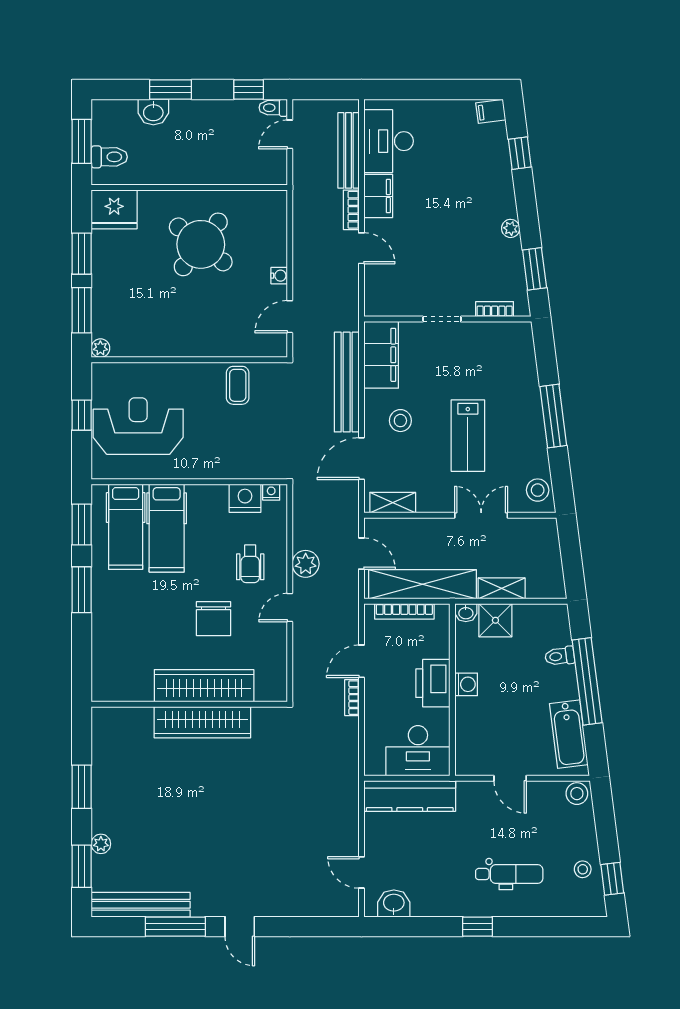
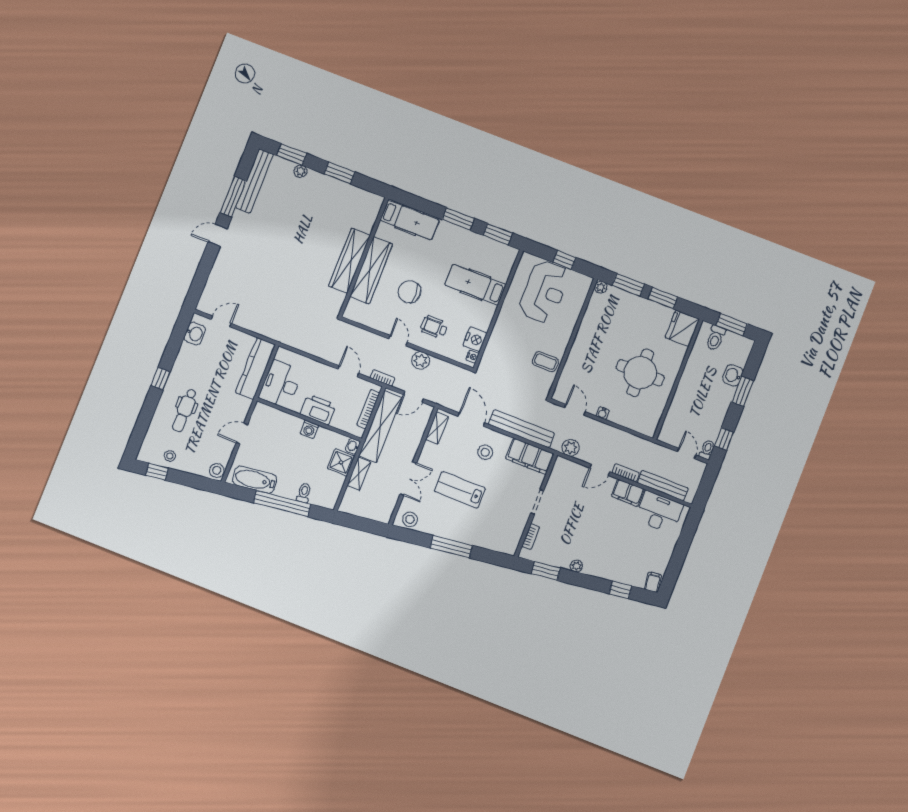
round table: (201, 244) -> (640, 373), turned -38
plant: (346, 302) -> (571, 448), added
hospital bed: (126, 527) -> (409, 220), moved, turned 180
bookcase: (352, 698) -> (383, 378), moved

